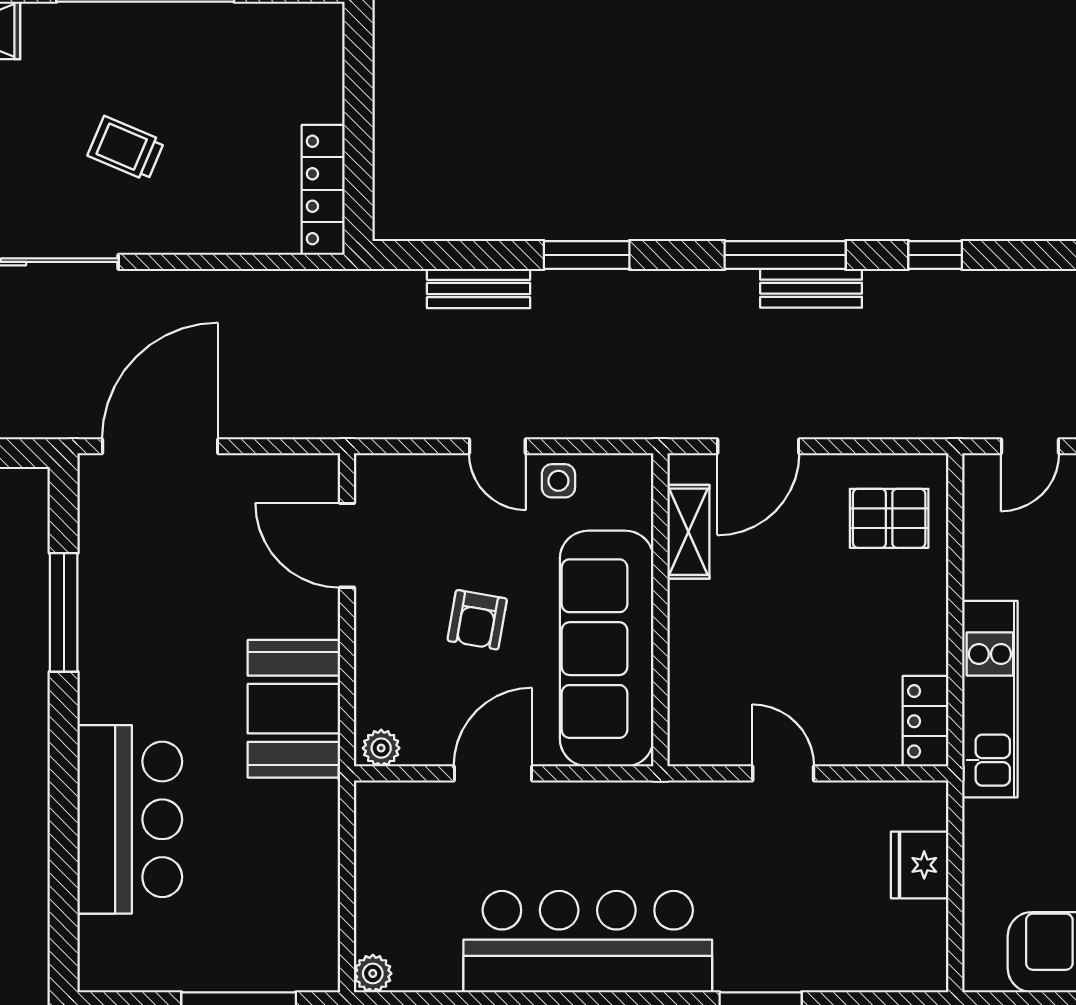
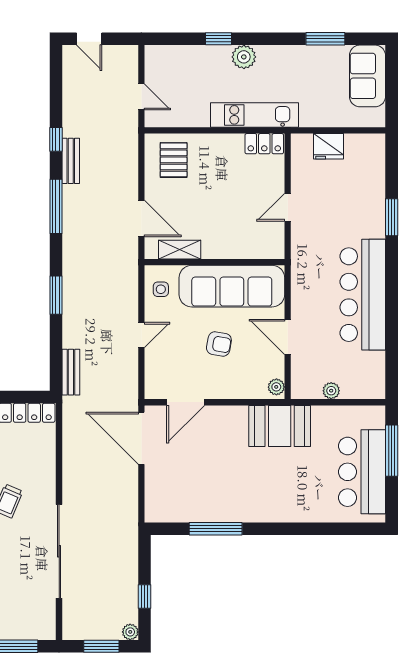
bench: (811, 288) -> (71, 161), moved
bench: (479, 289) -> (71, 372), moved
door: (160, 446) -> (141, 438), moved
side table: (558, 481) -> (161, 289), moved
booth: (294, 709) -> (280, 426), moved
bar counter: (130, 819) -> (362, 472), moved, turned -90
plant: (373, 973) -> (331, 391), moved

